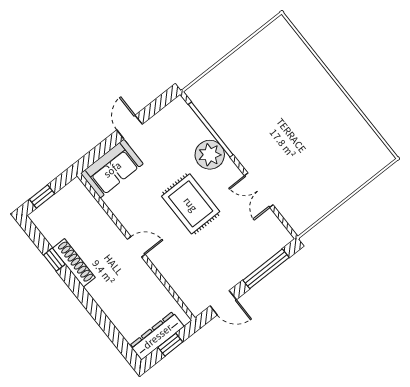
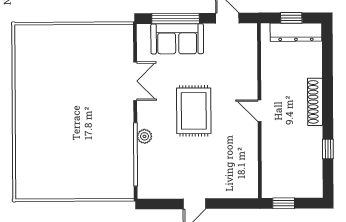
plant: (210, 155) -> (144, 136), width x0.53, depth x0.53
sofa: (112, 169) -> (177, 39), moved, turned 180
window: (42, 196) -> (284, 203), moved
shoe rack: (74, 263) -> (315, 102), moved

